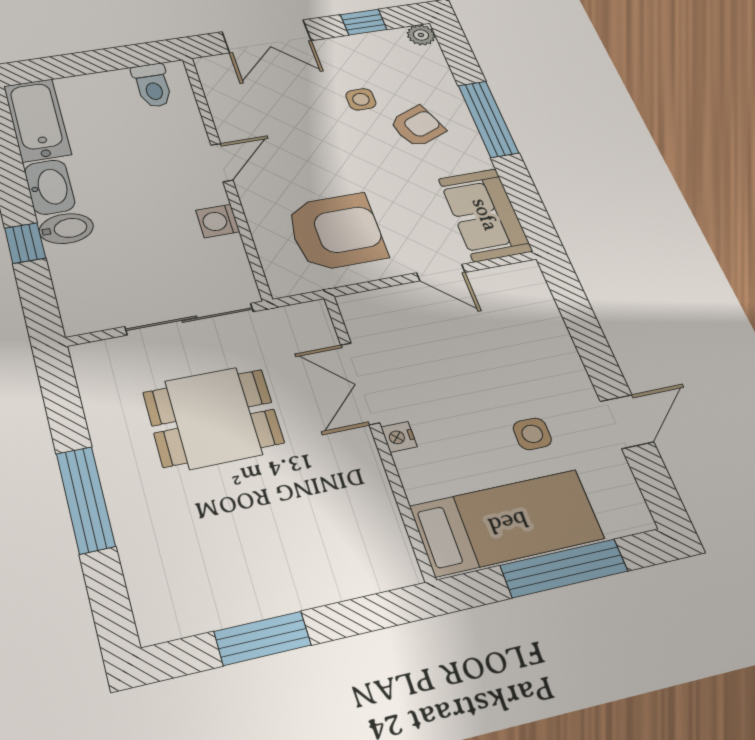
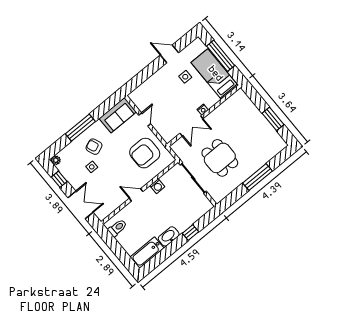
bidet: (66, 229) -> (180, 225), removed
armchair: (336, 232) -> (145, 153), turned -90

